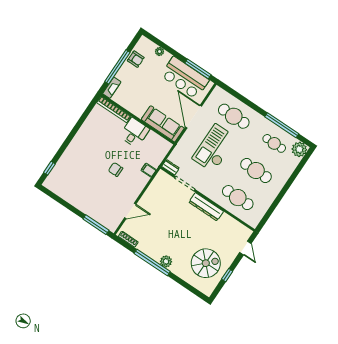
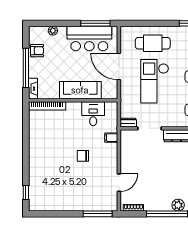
sofa: (163, 124) -> (80, 90), moved
desk: (134, 133) -> (93, 114), moved

